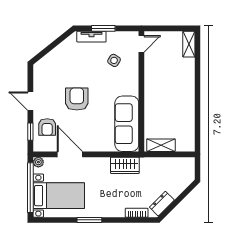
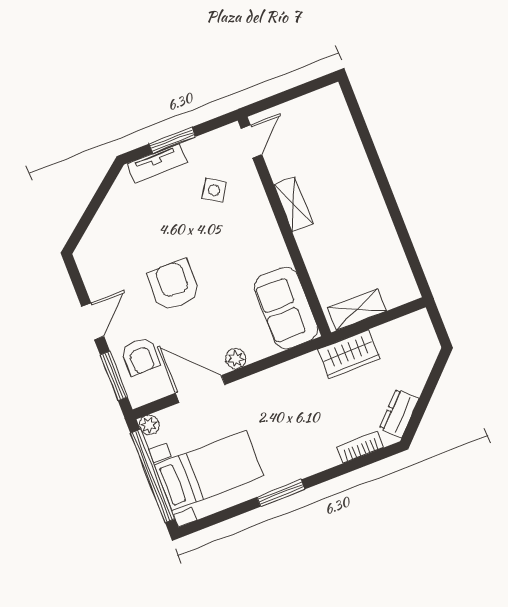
shelving: (189, 44) -> (294, 204), moved
door: (30, 101) -> (93, 321), swing flipped
sofa: (127, 124) -> (286, 308), width x0.73
window: (30, 132) -> (114, 376), width x1.50
plant: (93, 146) -> (236, 359), added
wardrobe: (125, 165) -> (349, 354), moved

